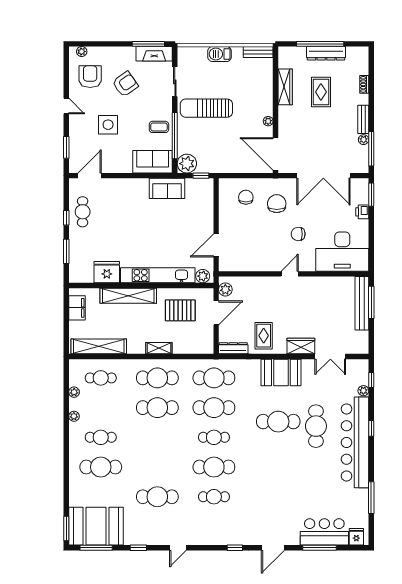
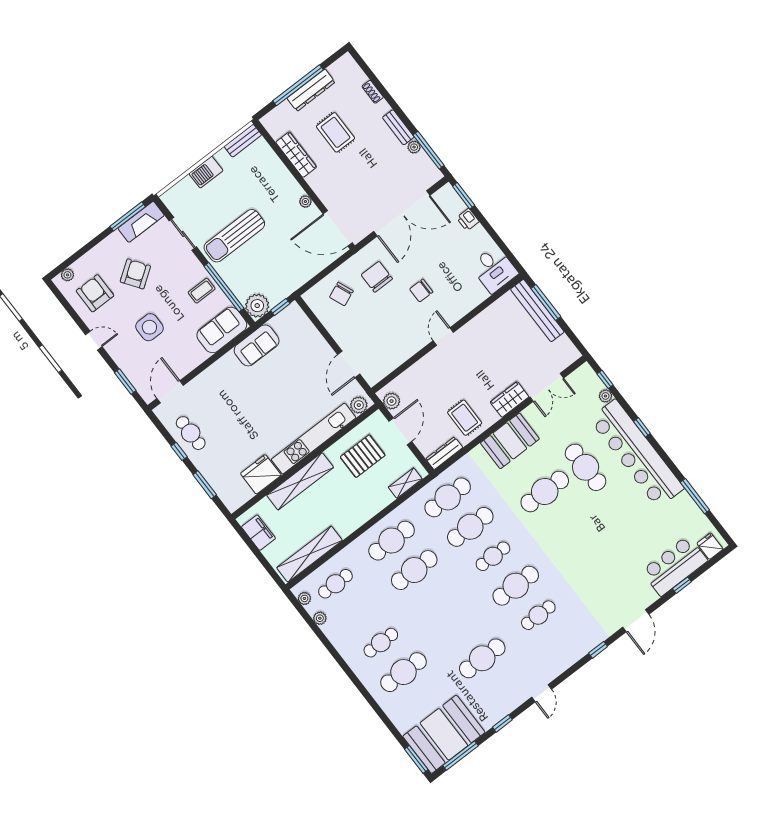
chair: (246, 197) -> (341, 294), turned -112
desk: (342, 252) -> (494, 269), width x0.53, depth x0.77
shelving: (159, 348) -> (405, 483), moved
plant: (74, 416) -> (304, 598), moved
window: (320, 548) -> (682, 585), width x0.46

